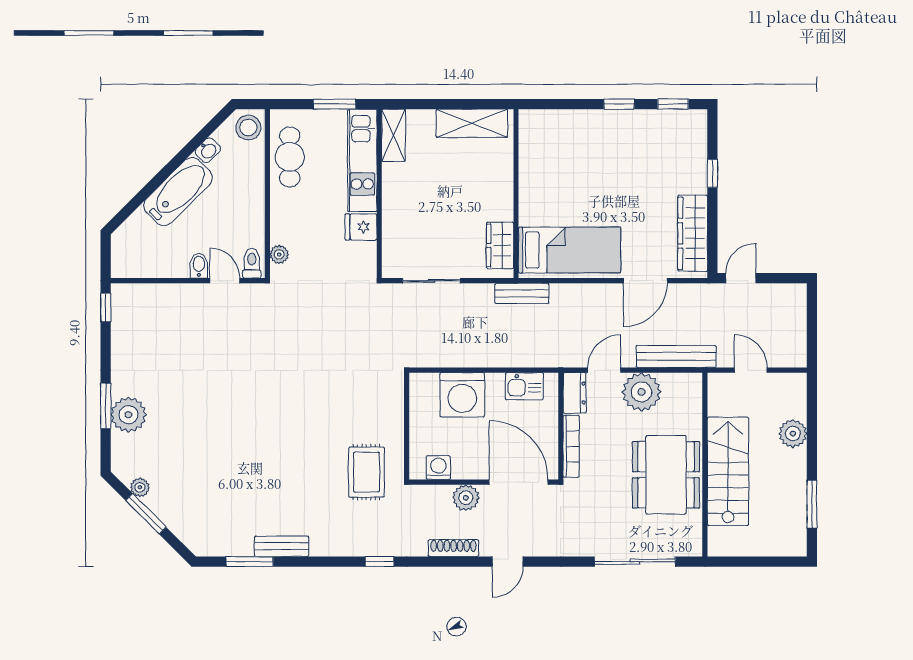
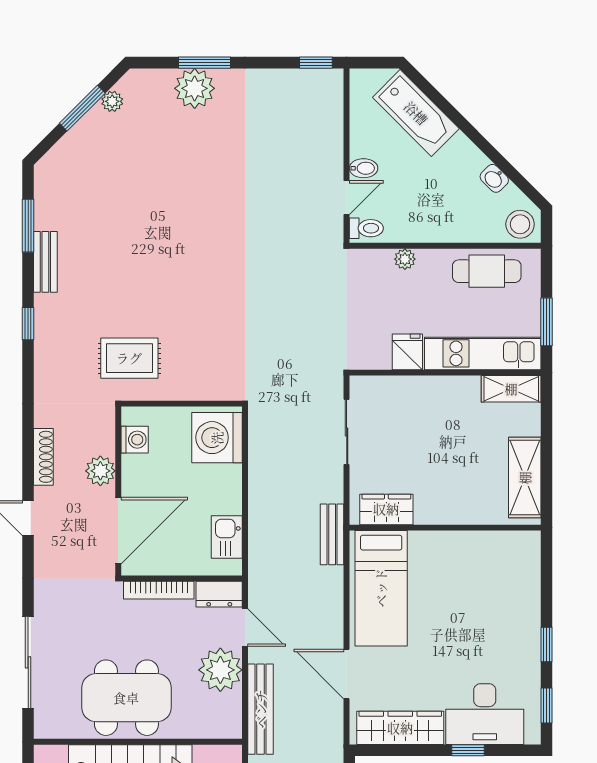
desk: (681, 159) -> (485, 714), added
bathtub: (178, 192) -> (416, 113), moved
plant: (279, 254) -> (405, 259), moved
washing machine: (462, 395) -> (217, 438), moved
window: (379, 562) -> (28, 324), moved

